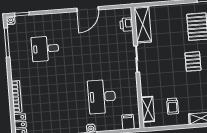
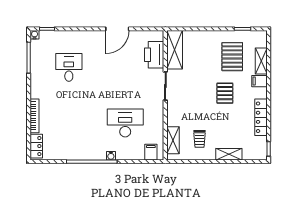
printer: (126, 25) -> (154, 55), width x1.87, depth x1.48
desk: (45, 49) -> (69, 67), turned 90
desk: (102, 97) -> (125, 123), turned 90

